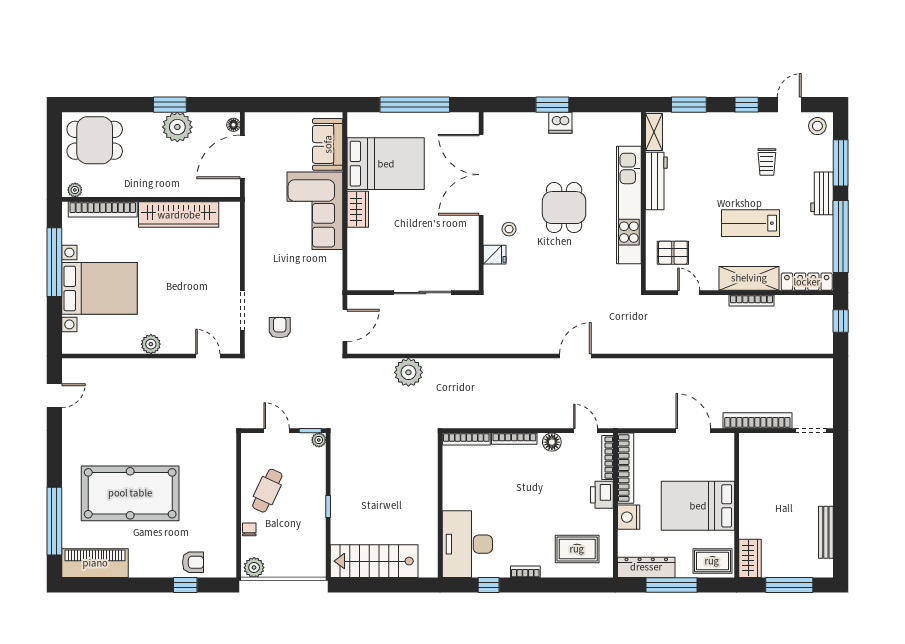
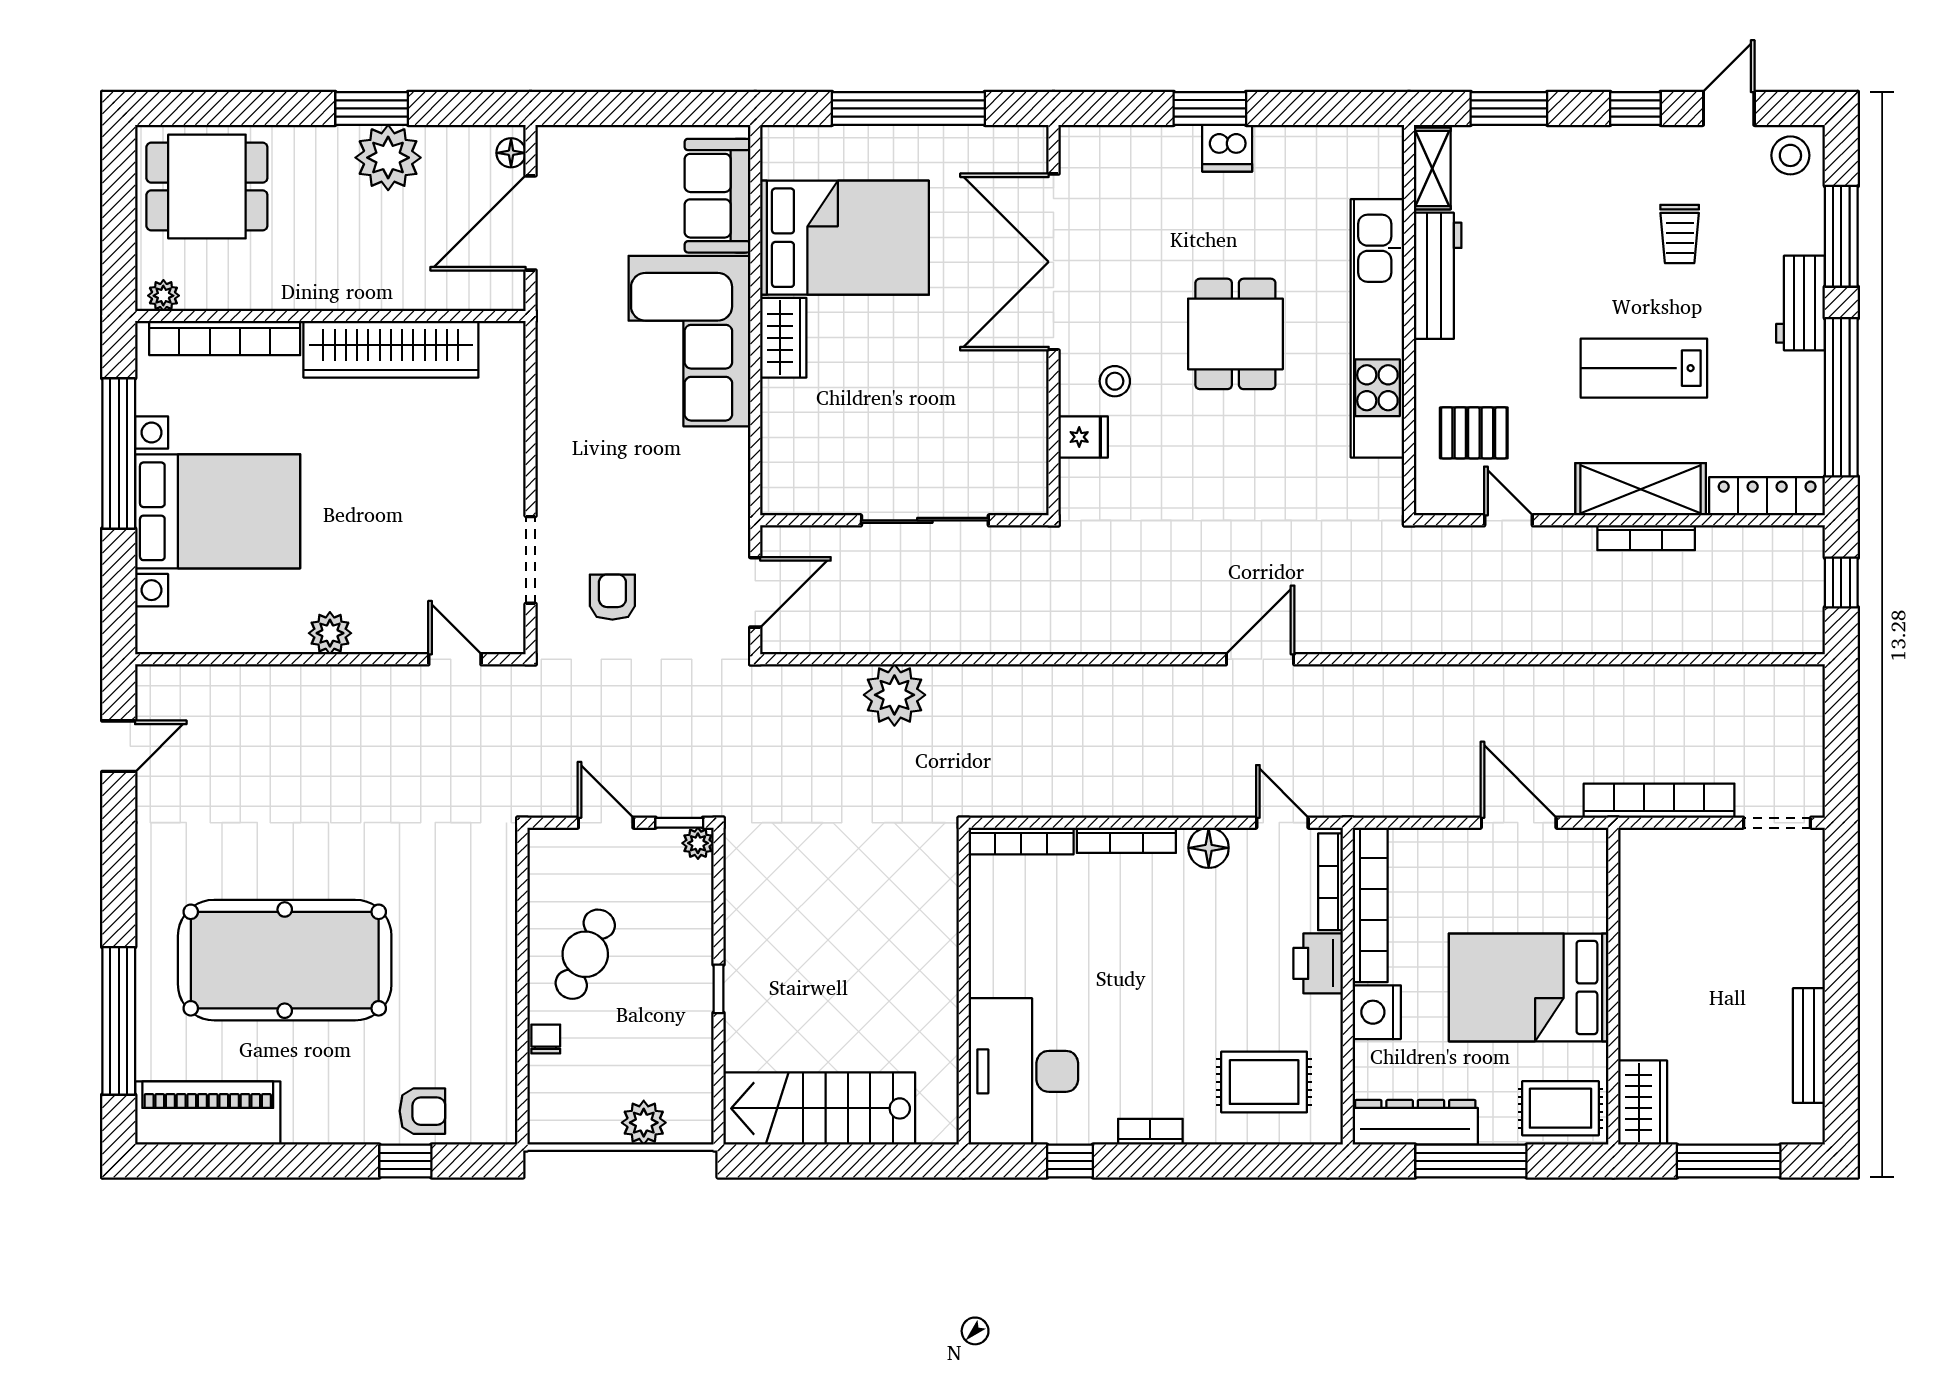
plant: (254, 568) -> (644, 1123), moved

